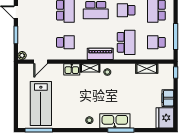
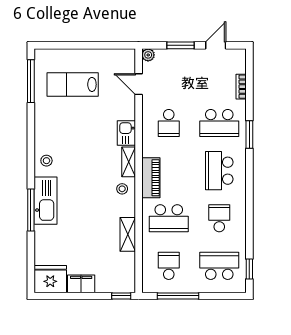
shelving: (147, 68) -> (128, 234), moved
lab bench: (41, 104) -> (73, 84), width x0.73, depth x0.72

